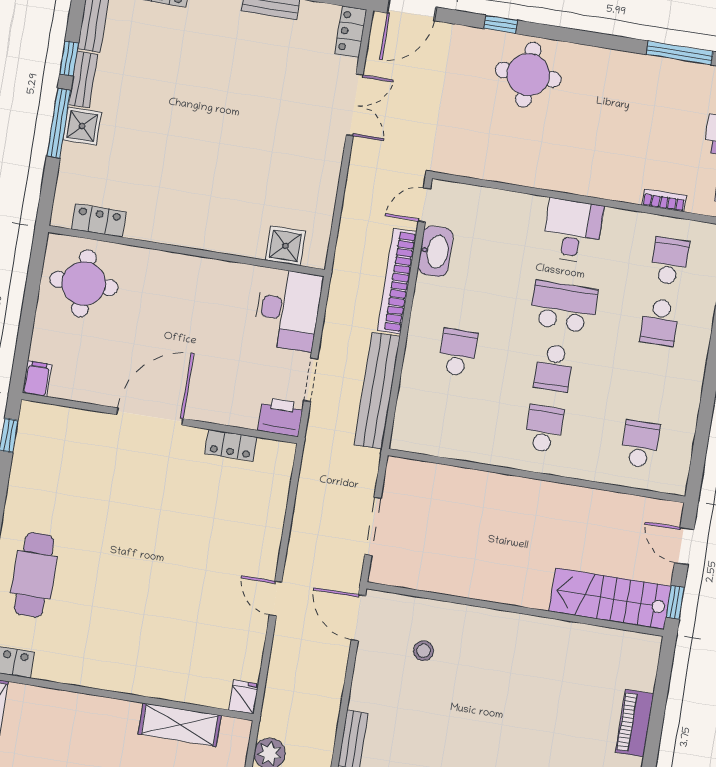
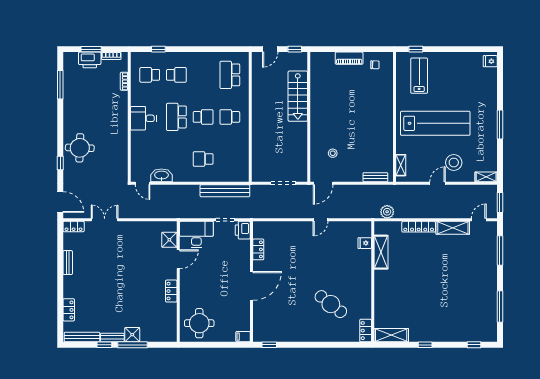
locker: (99, 220) -> (171, 291), moved
door: (238, 259) -> (178, 259), added
bookcase: (397, 281) -> (177, 190), removed
door: (150, 417) -> (251, 286), swing flipped
school desk: (640, 444) -> (230, 75), width x1.85
cafe table: (34, 575) -> (331, 304), moved, turned 38
stairs: (610, 599) -> (298, 96), moved
fridge: (244, 697) -> (365, 243), moved

